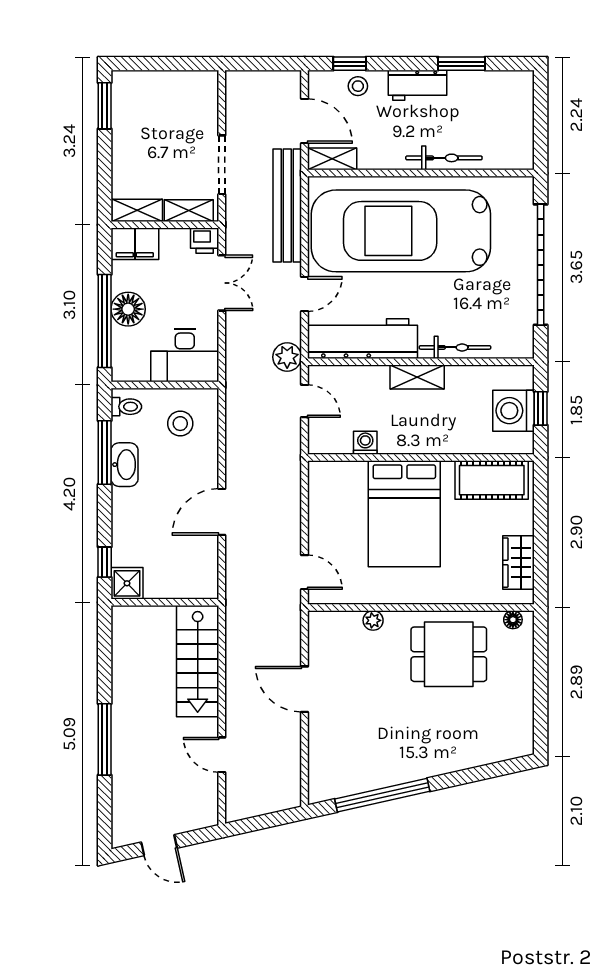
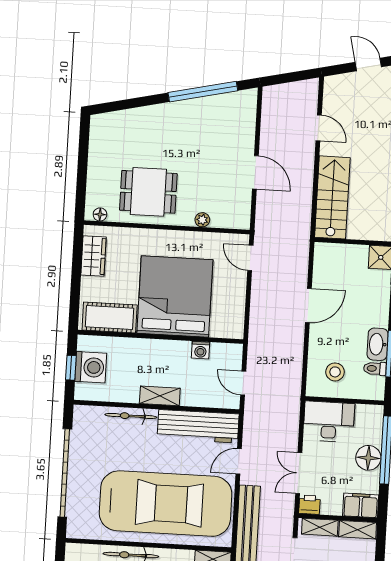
plant: (287, 357) -> (254, 416), removed
toilet: (126, 407) -> (375, 369), moved
bed: (404, 514) -> (175, 297), width x1.36

